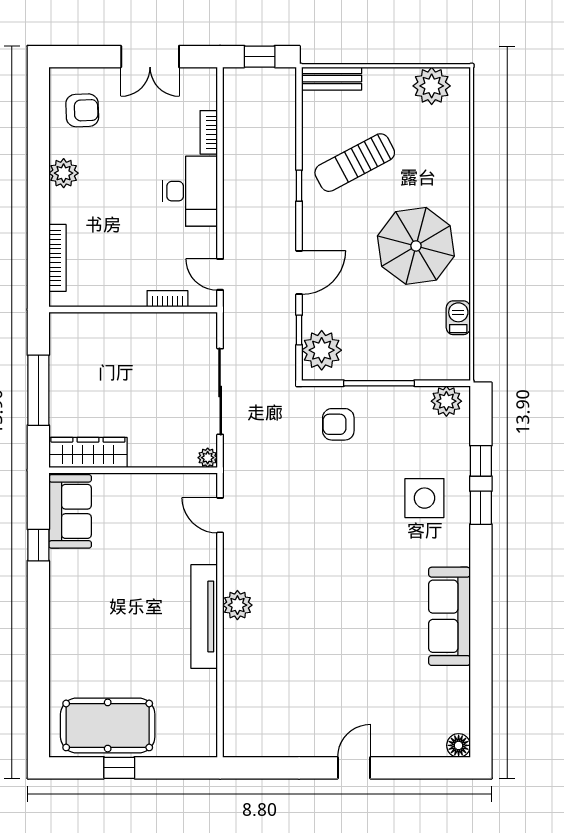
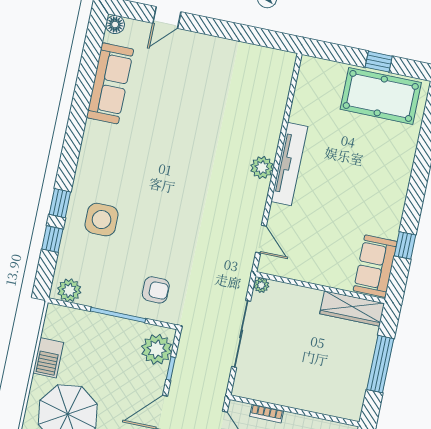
barbecue: (458, 318) -> (48, 358), width x1.38, depth x1.27
sofa: (449, 616) -> (110, 83), moved
door: (354, 768) -> (167, 17), moved

